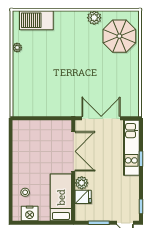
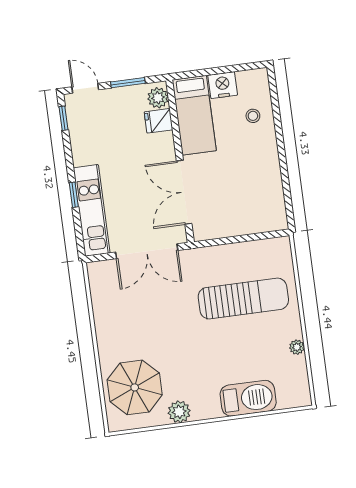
barbecue: (36, 20) -> (248, 398), moved
sun lounger: (46, 82) -> (243, 298), added
plant: (82, 183) -> (158, 98), moved
nightstand: (30, 214) -> (223, 85), moved

